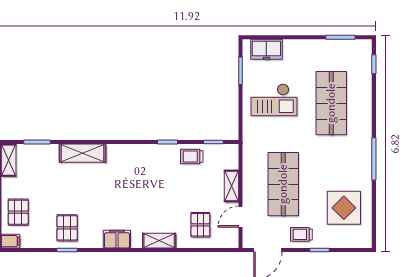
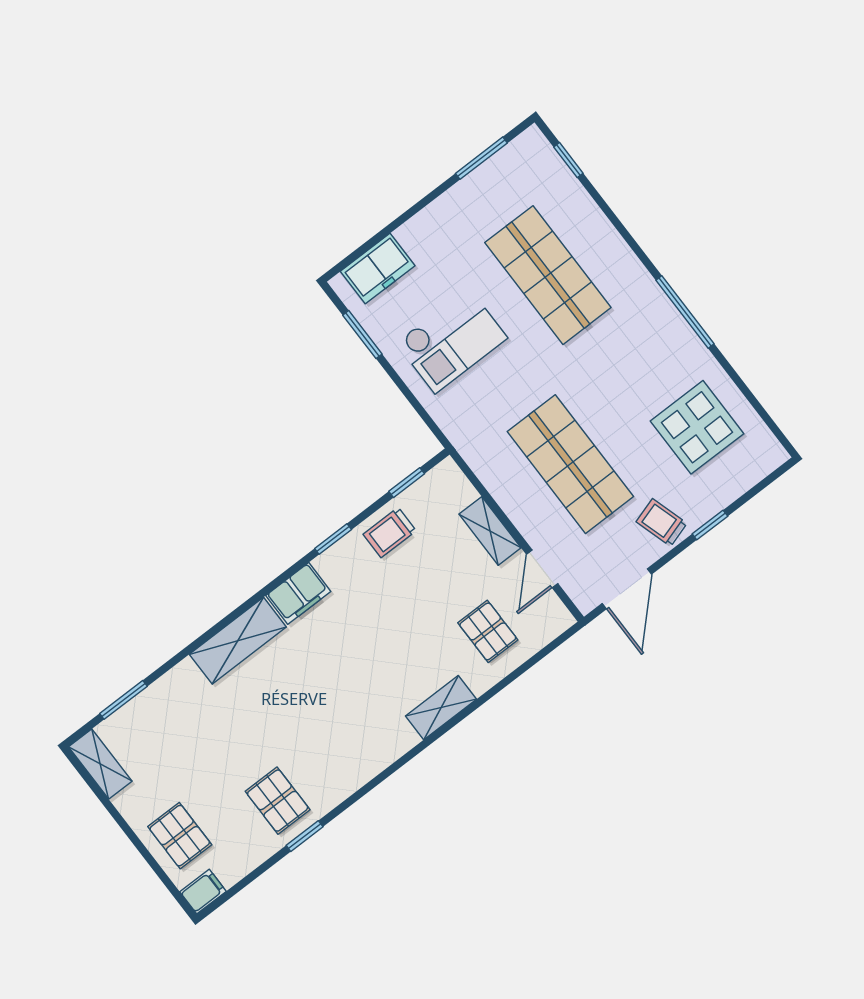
shelving: (83, 153) -> (238, 641), moved
trolley: (301, 234) -> (662, 522), turned 73
filing cabinet: (117, 239) -> (298, 593), moved, turned 180

